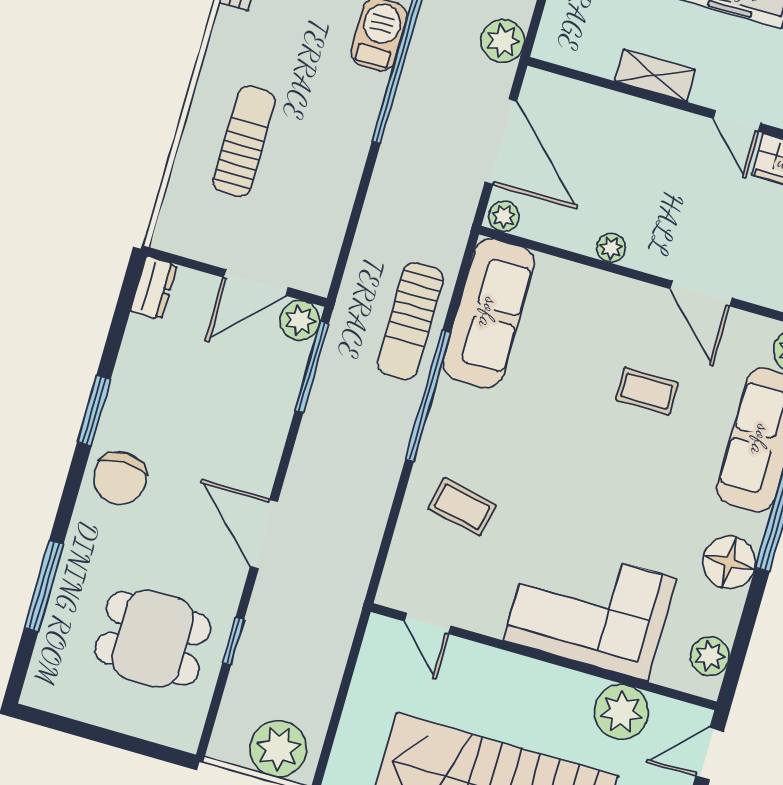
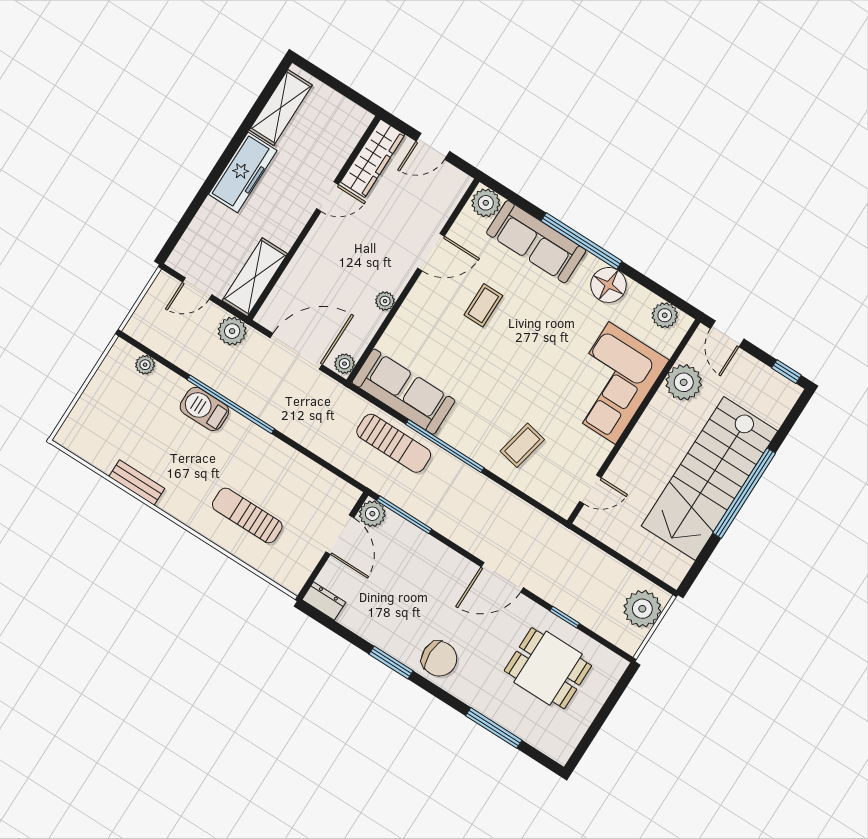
shelving: (655, 75) -> (255, 277), moved, width x1.50, depth x1.33
dining table: (153, 639) -> (548, 668), turned 90

